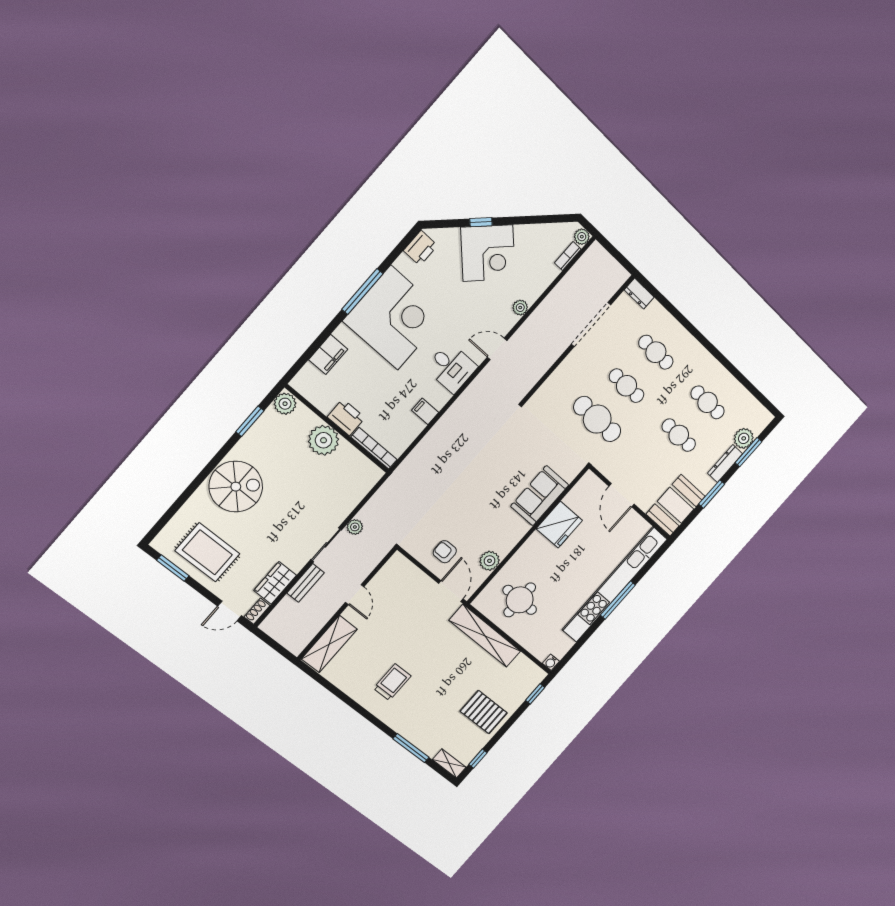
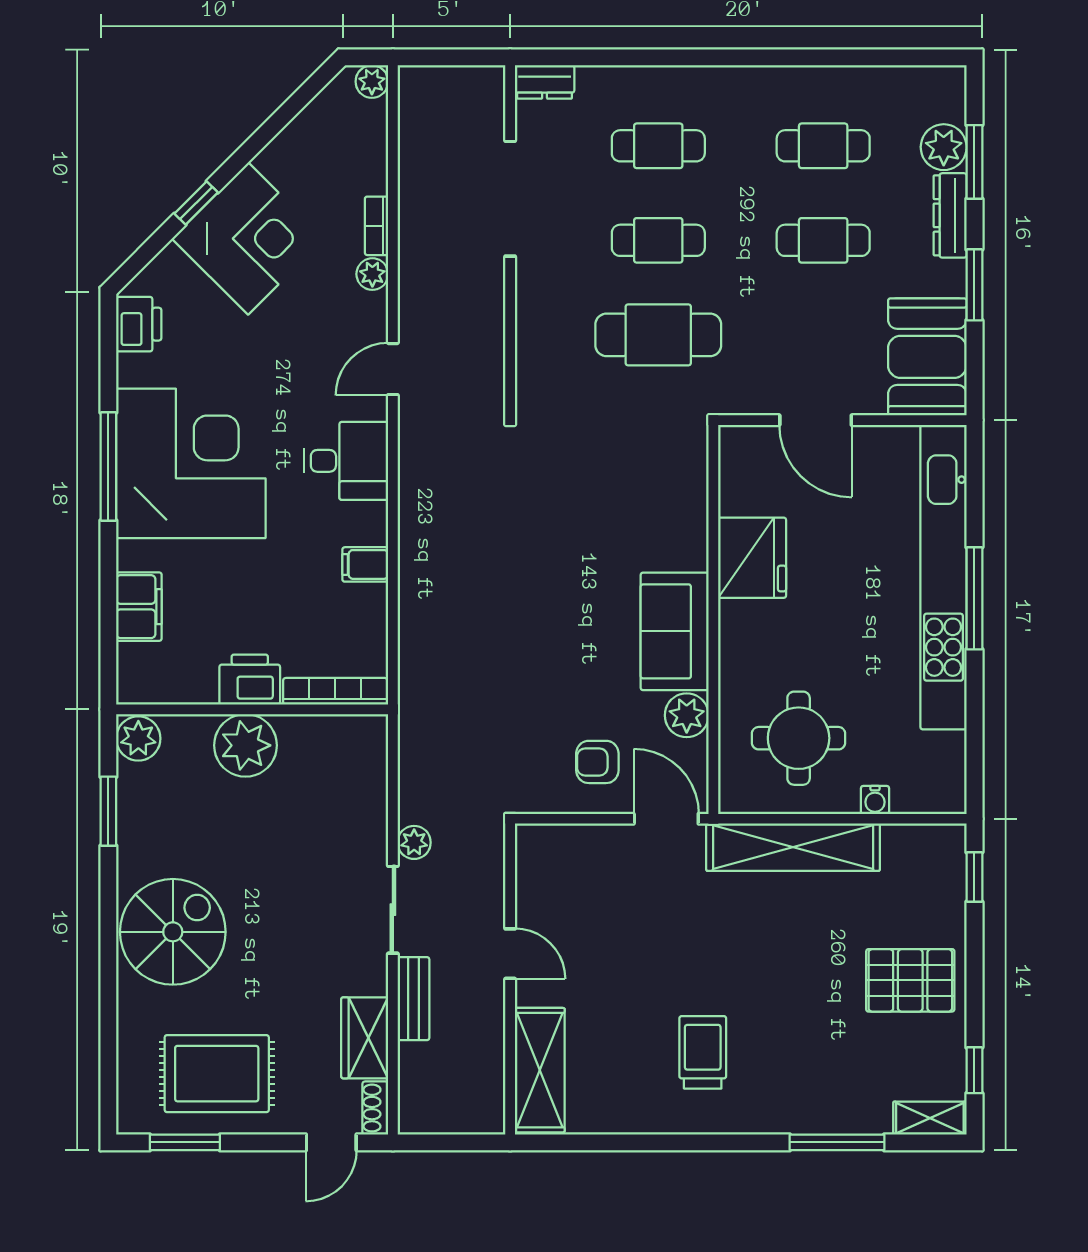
bookcase: (568, 256) -> (376, 226), moved
sofa: (540, 496) -> (675, 631), moved
water cooler: (551, 662) -> (875, 800), moved

